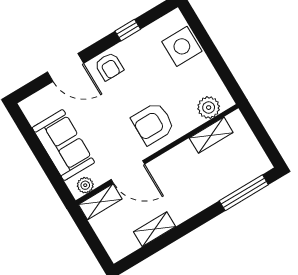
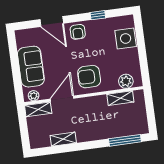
door: (128, 172) -> (62, 99), swing flipped

